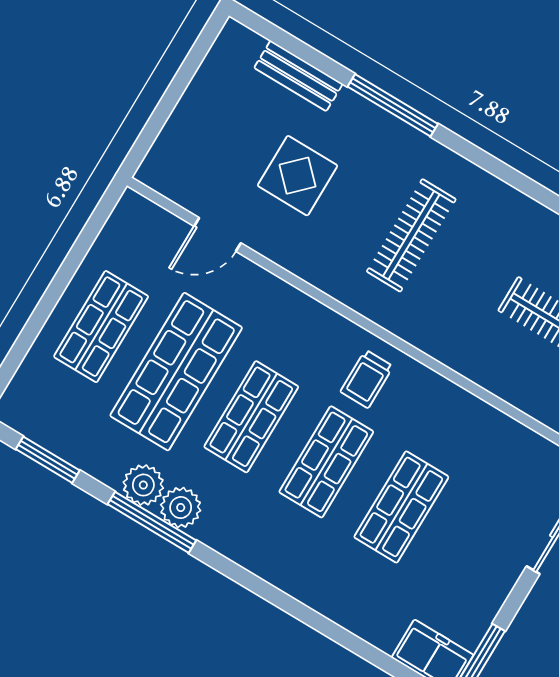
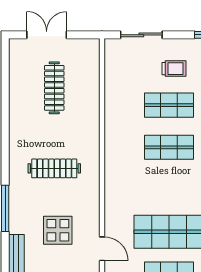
trolley: (367, 379) -> (174, 69), moved
shop shelf: (251, 417) -> (169, 190), removed

